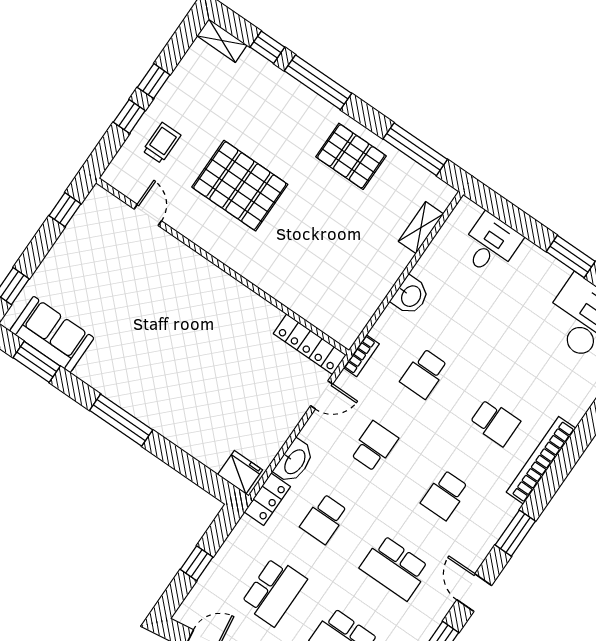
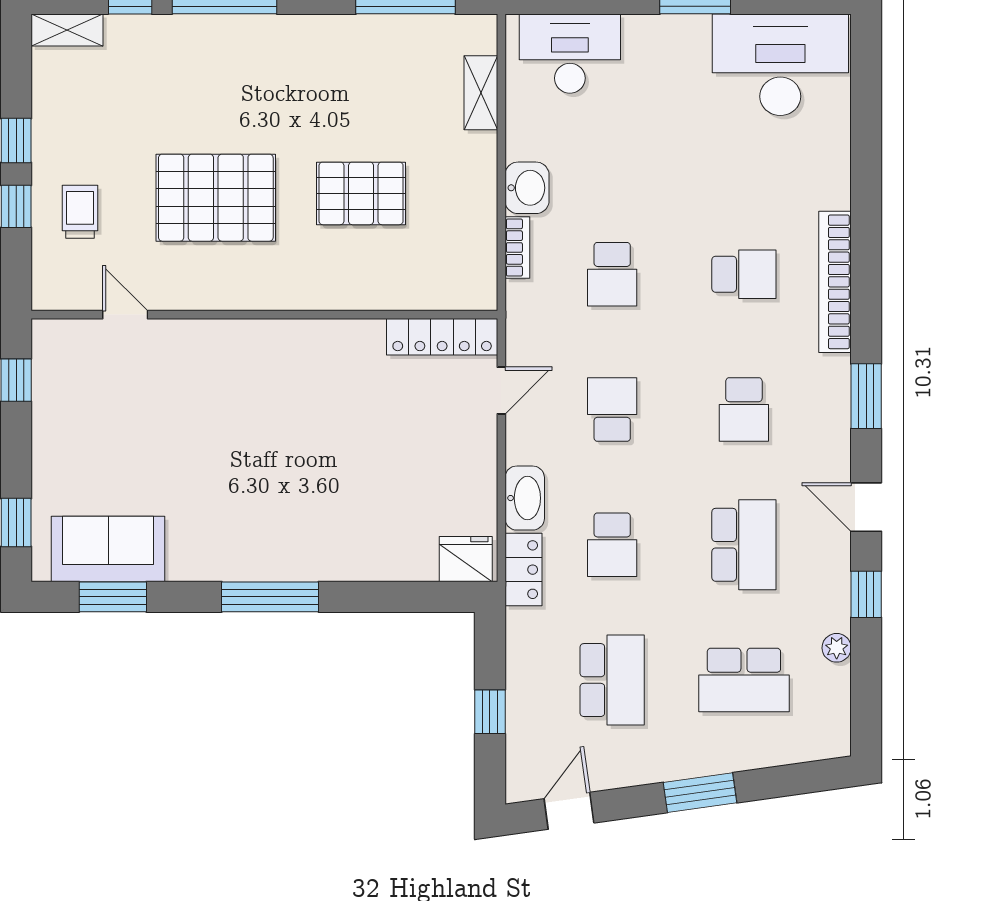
pallet: (351, 156) -> (361, 193), moved
desk: (491, 245) -> (570, 54), width x1.37
bookcase: (361, 356) -> (517, 247), moved
school desk: (395, 568) -> (744, 545), turned -90

